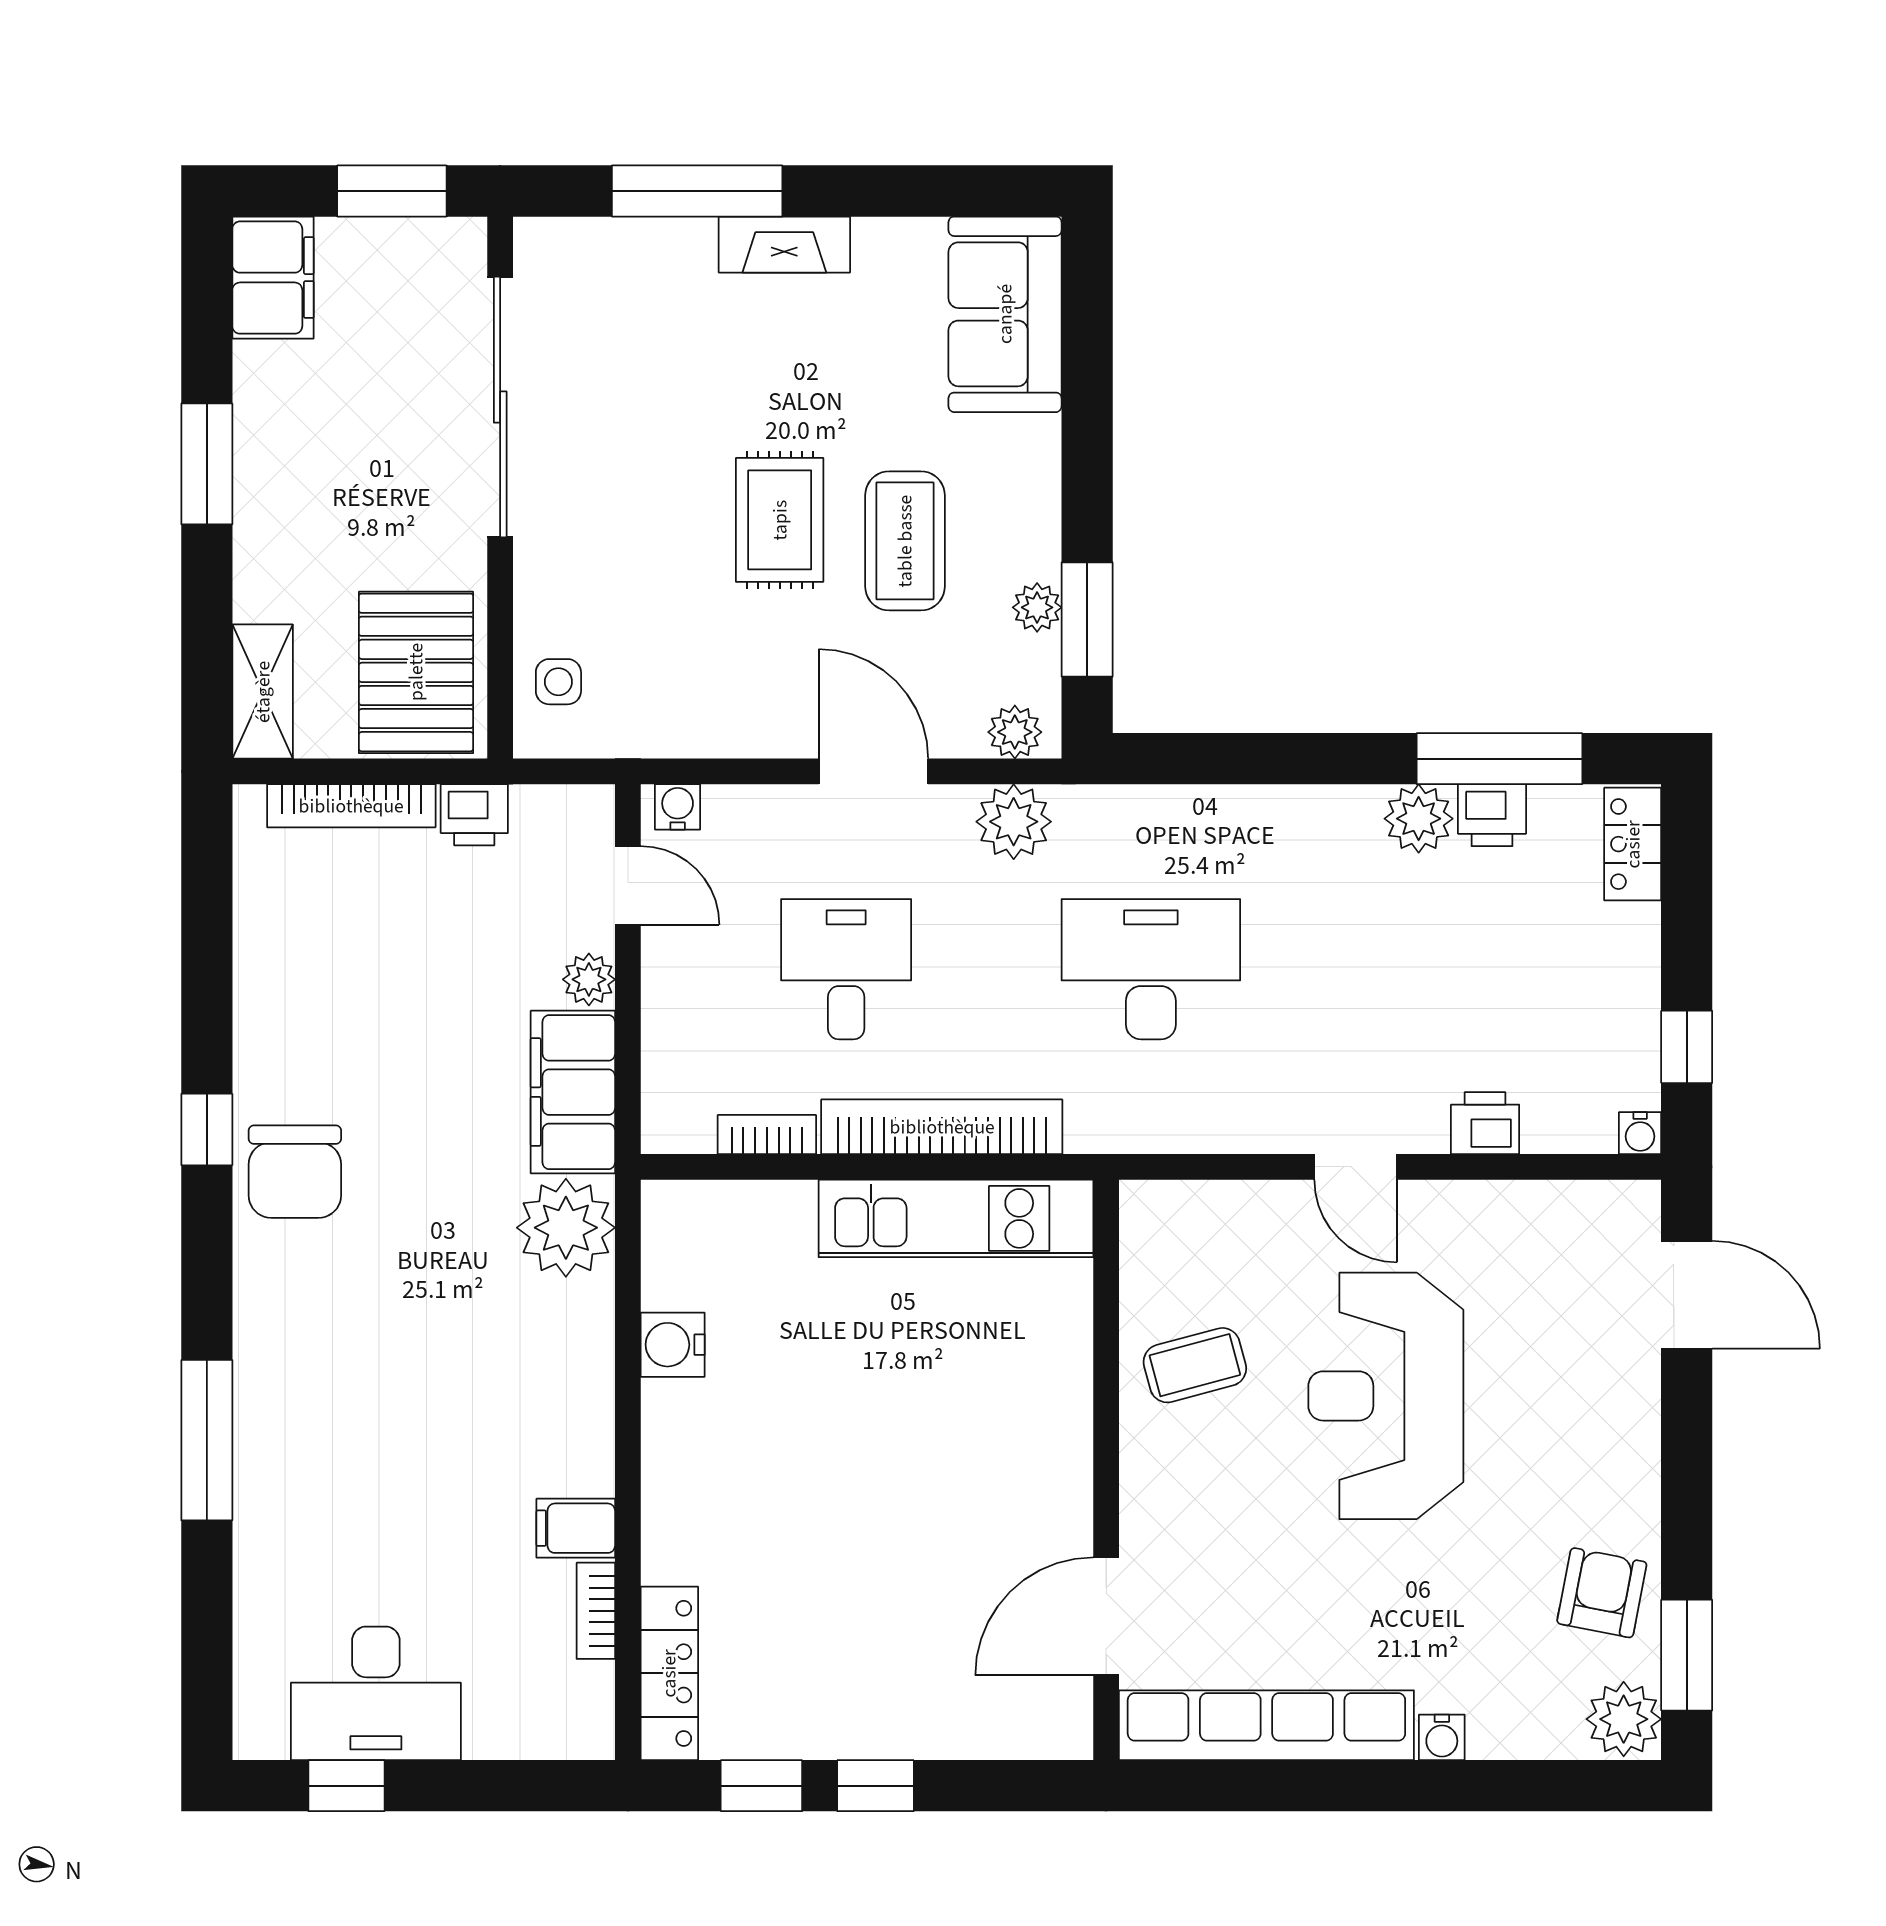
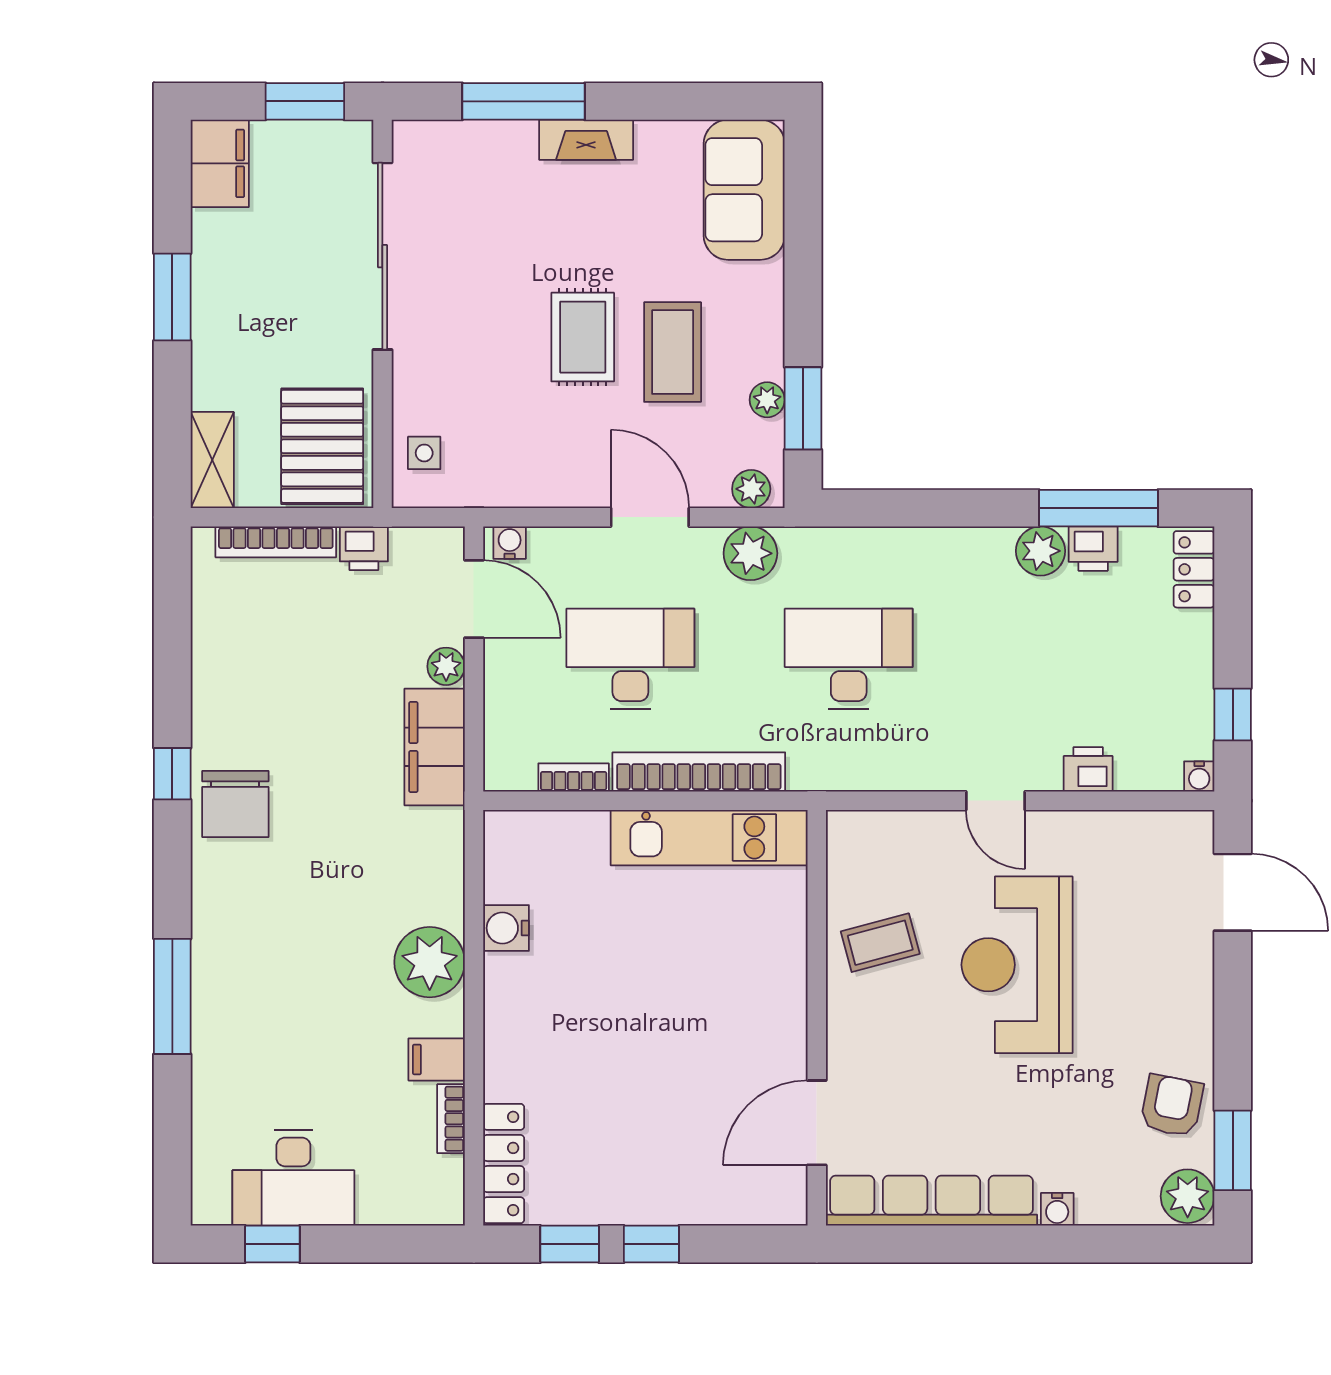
door: (628, 885) -> (474, 599), width x1.38
desk: (846, 969) -> (630, 659), width x1.37
plant: (566, 1228) -> (430, 962), moved

